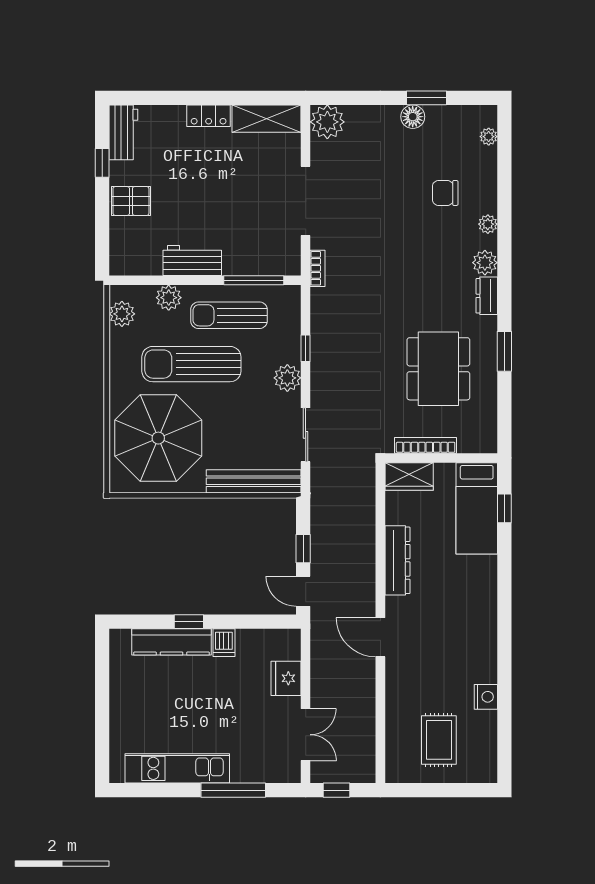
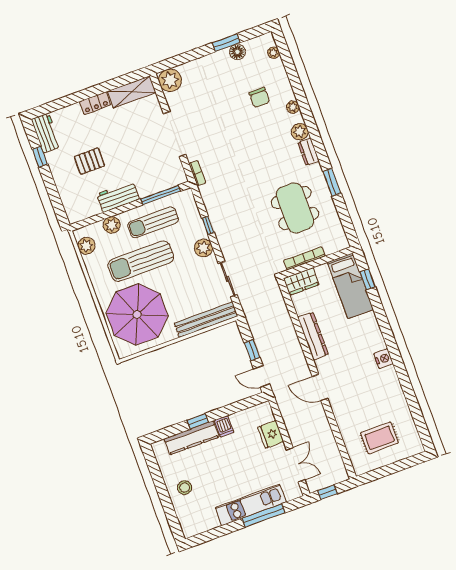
floor lamp: (413, 117) -> (237, 52), moved
chair: (445, 193) -> (259, 97), turned -90
pallet: (131, 201) -> (89, 161), moved
nightstand: (486, 697) -> (383, 359), moved
stool: (136, 709) -> (185, 488), added
rug: (439, 740) -> (379, 438), turned 90
kitchen unit: (177, 768) -> (251, 505), moved

